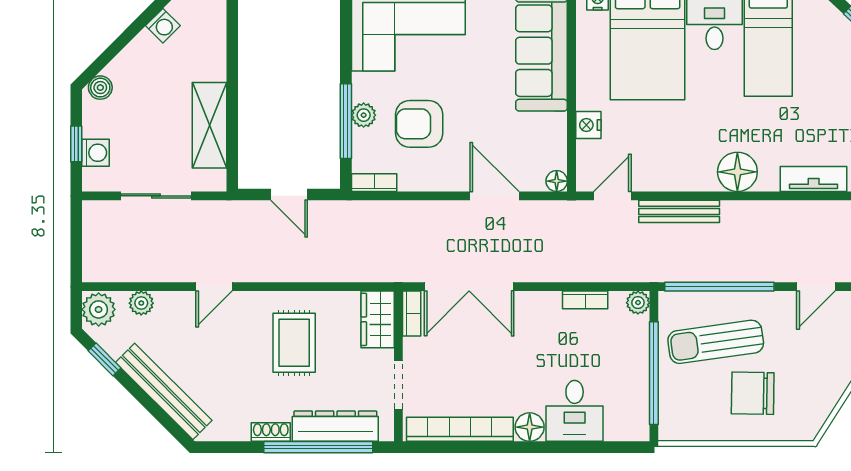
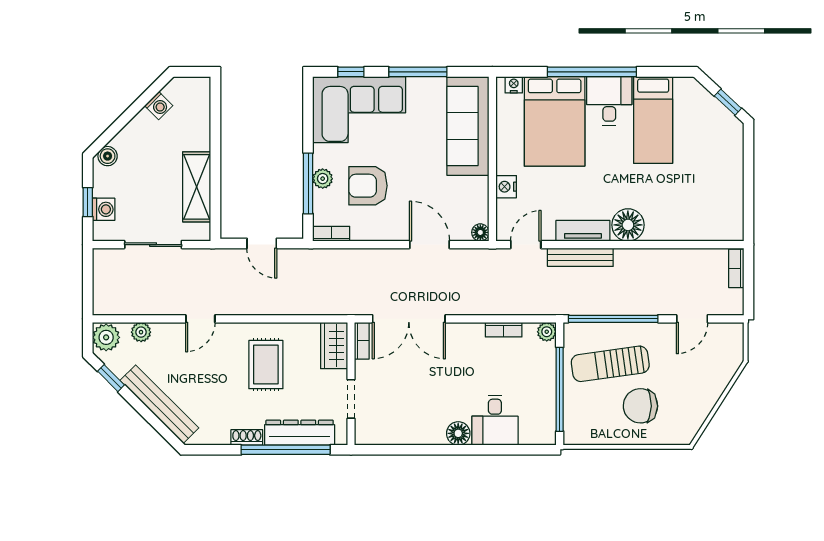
tv unit: (814, 179) -> (583, 231), moved
bookcase: (460, 429) -> (401, 435), removed

